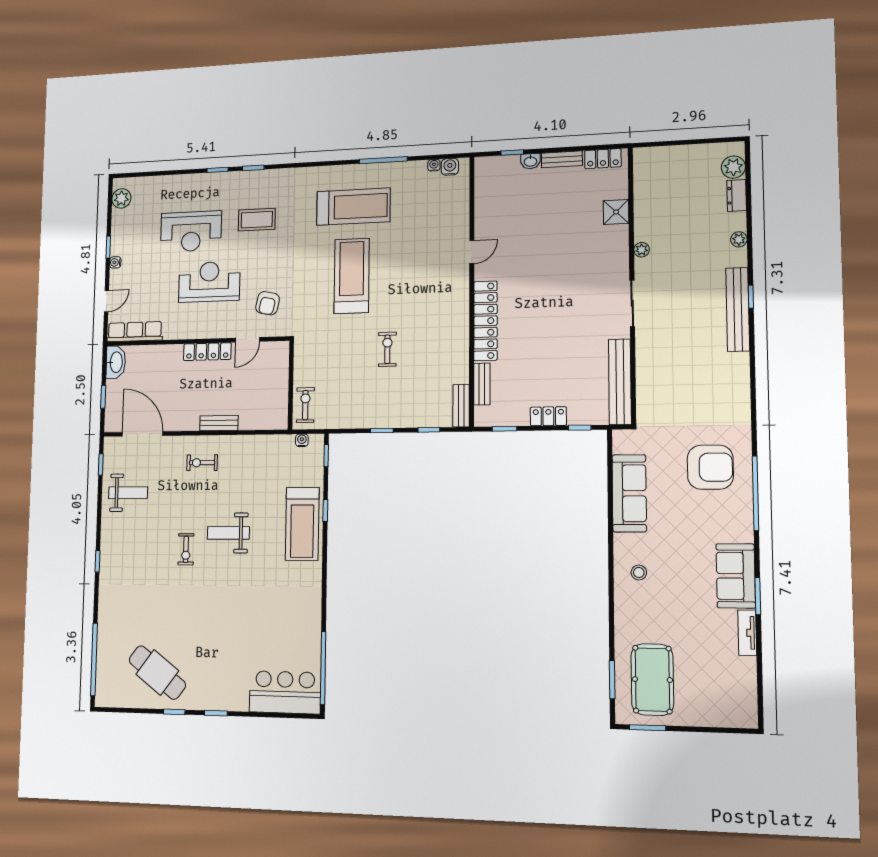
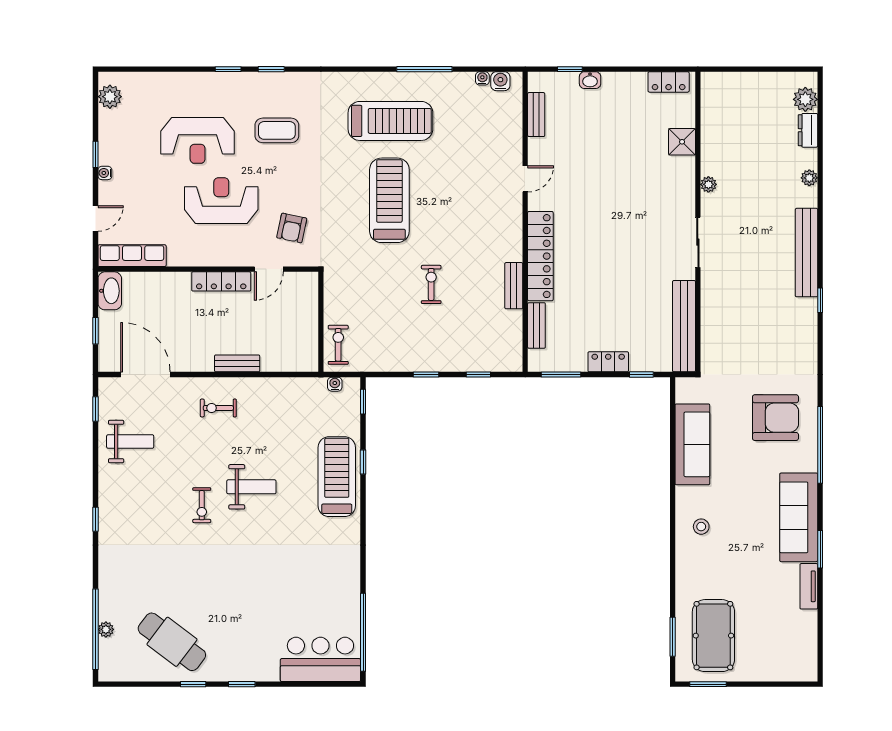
bench: (562, 159) -> (536, 115), moved, turned 90
window: (751, 297) -> (820, 300), moved
bench: (461, 406) -> (514, 286), moved
window: (504, 429) -> (561, 375), width x1.50
treadmill: (302, 524) -> (337, 477), turned 180
weight bench: (228, 533) -> (251, 487), turned 180
sofa: (736, 576) -> (799, 517), width x1.36
plant: (103, 660) -> (106, 629), added

